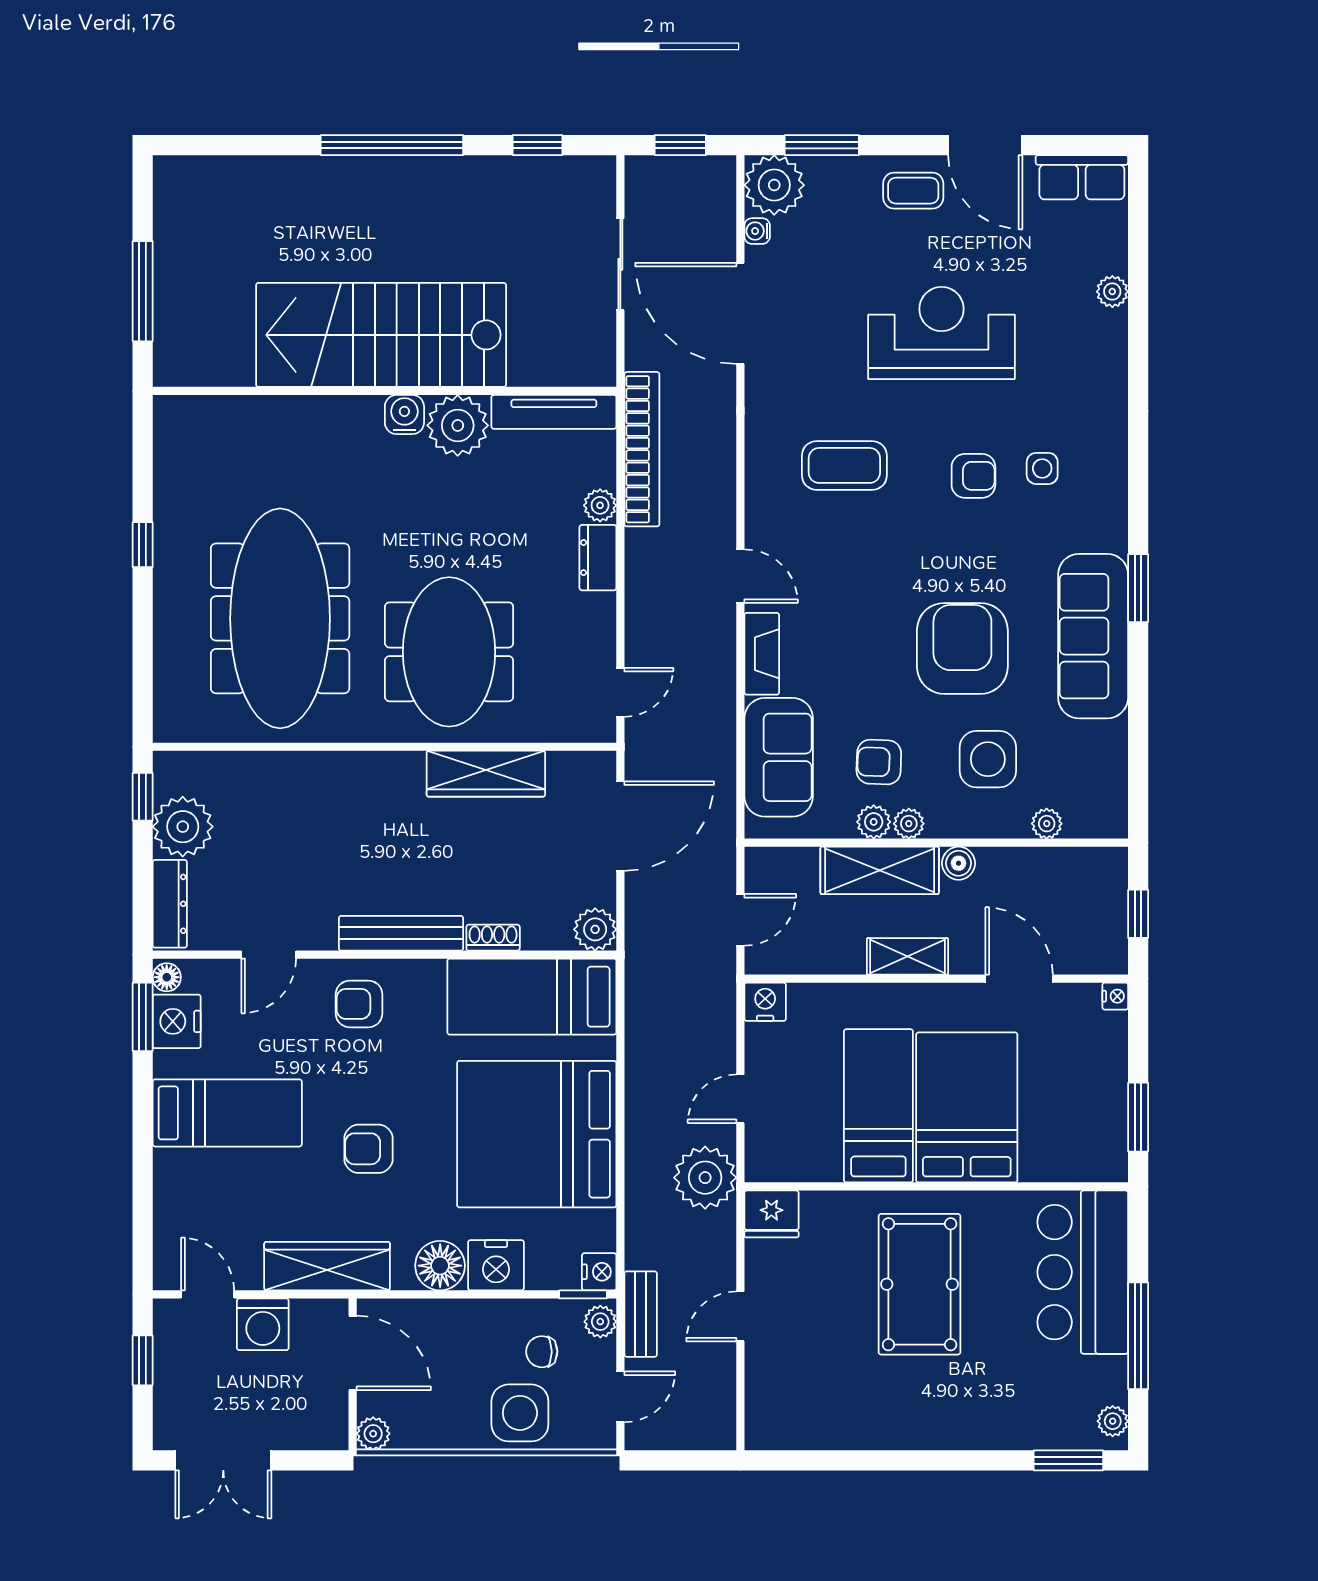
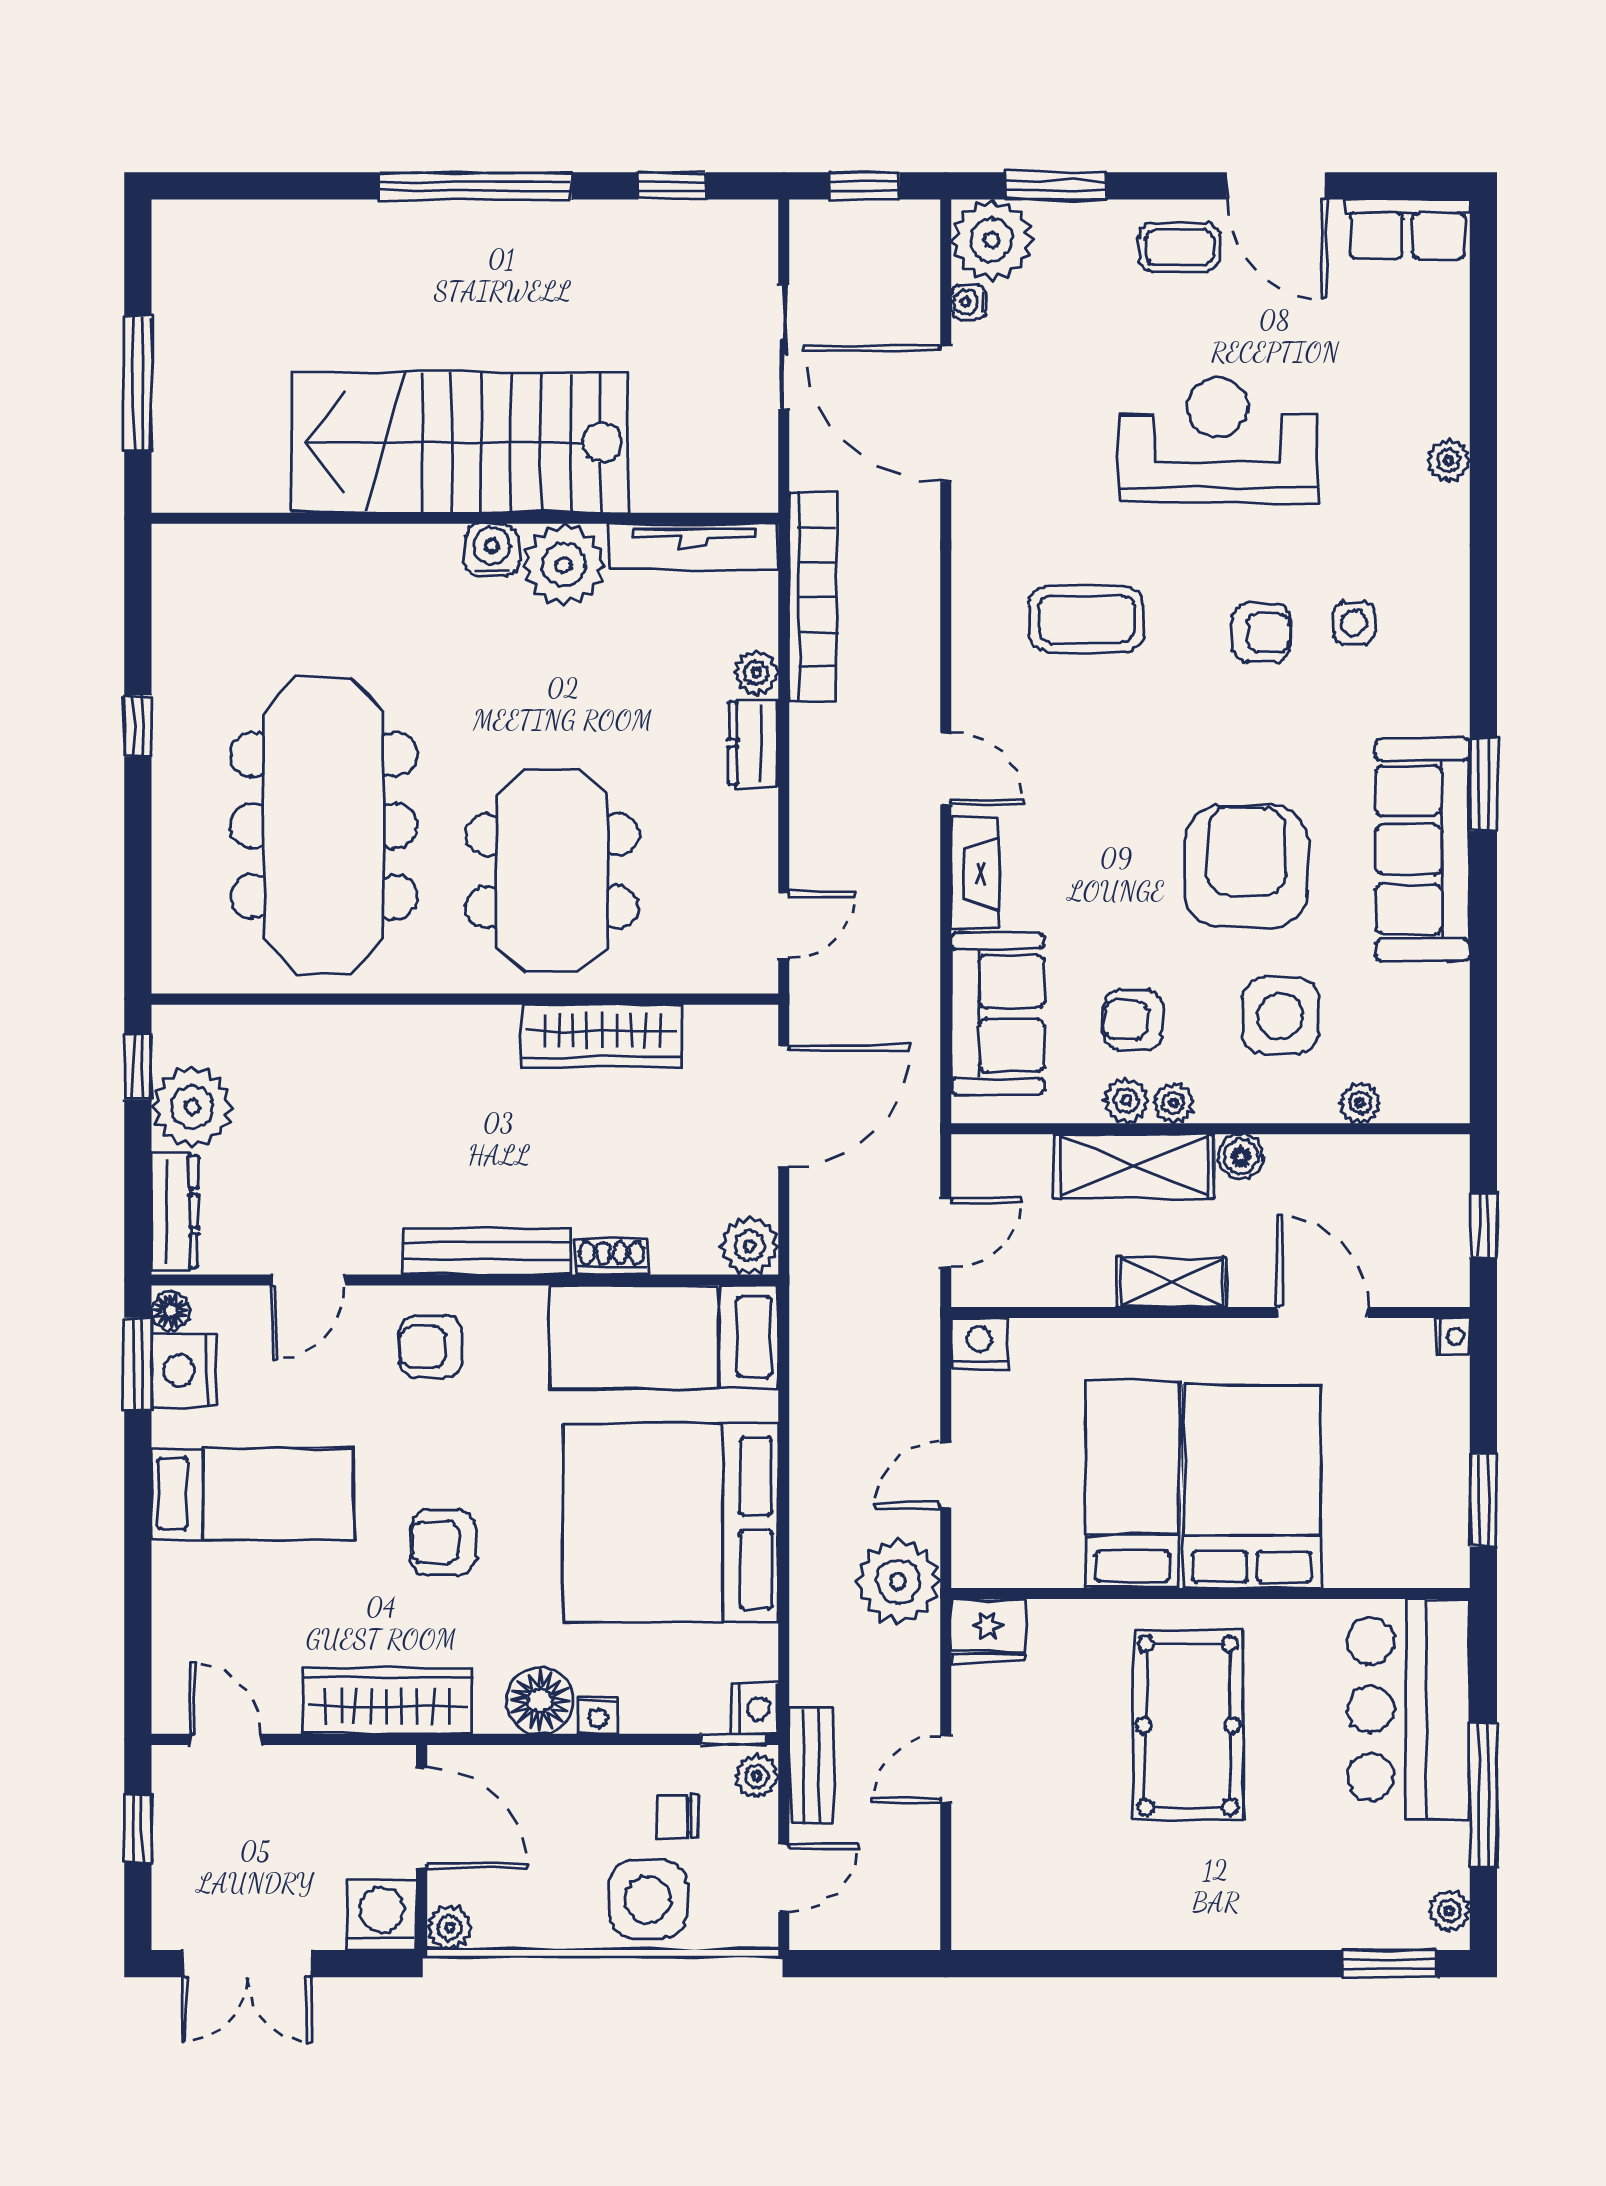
plant: (1112, 292) -> (1449, 461), moved
nightstand: (496, 1265) -> (598, 1715), width x0.53, depth x0.56
washing machine: (263, 1324) -> (381, 1915), moved, turned 180

